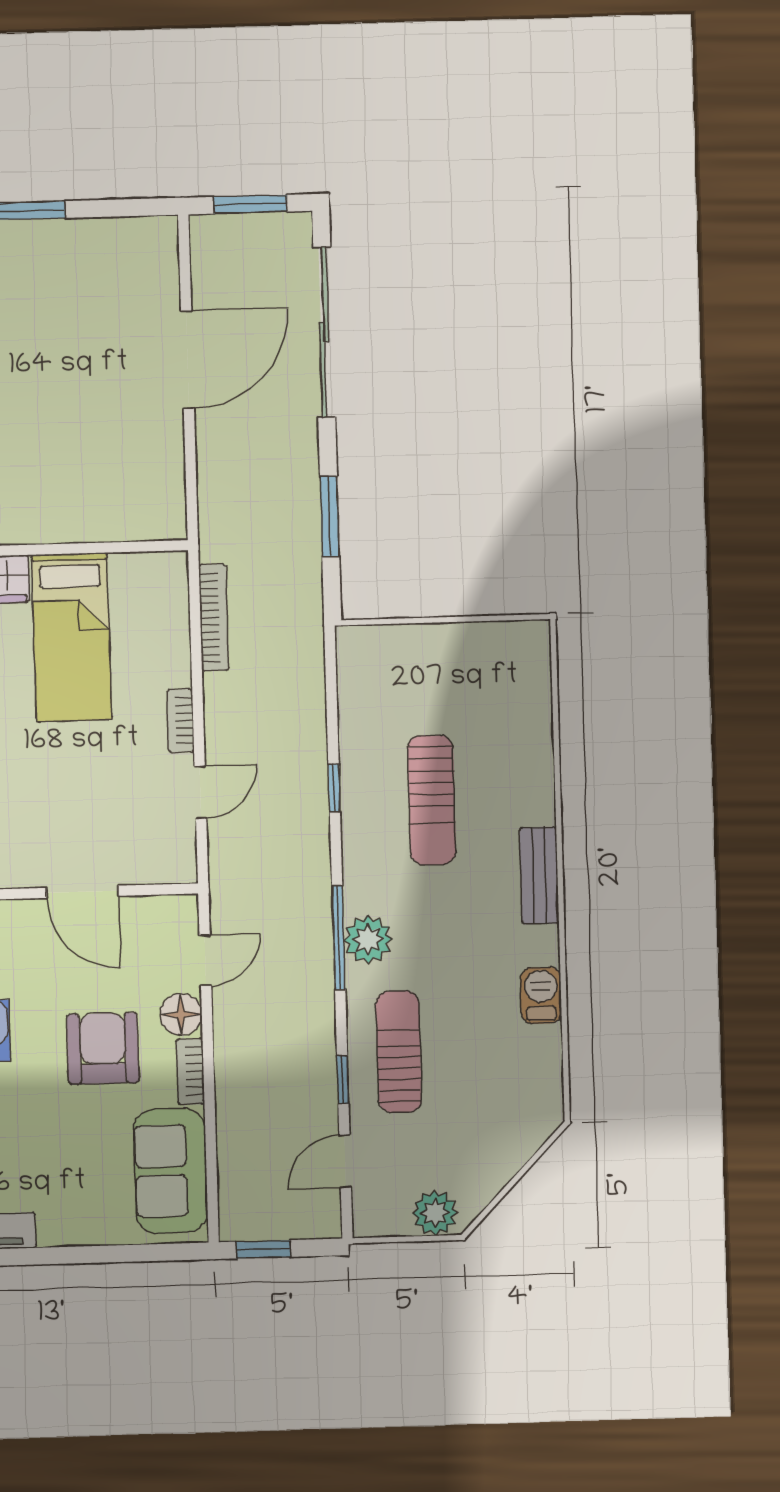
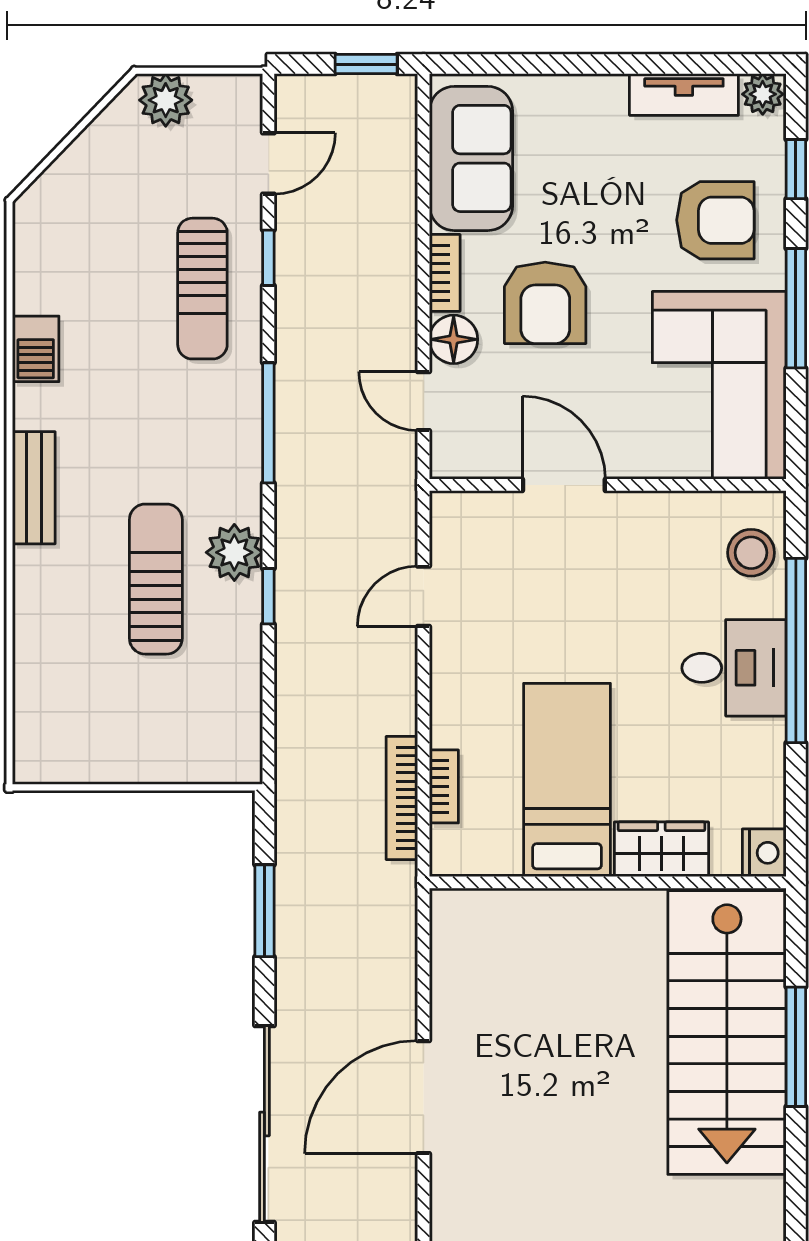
bookcase: (181, 721) -> (444, 786), moved
plant: (368, 940) -> (234, 552), moved
door: (205, 960) -> (423, 401), hinge flipped

